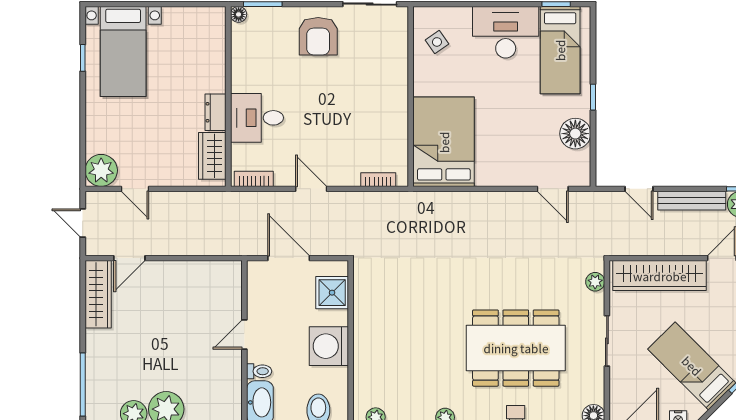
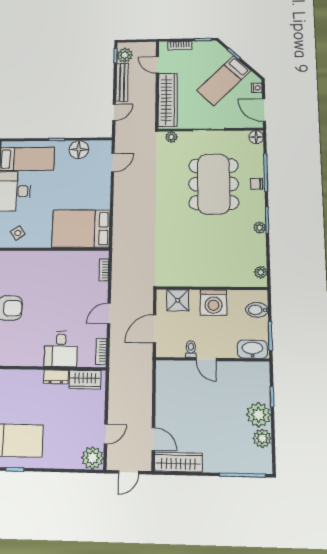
toilet: (259, 371) -> (191, 349), moved

